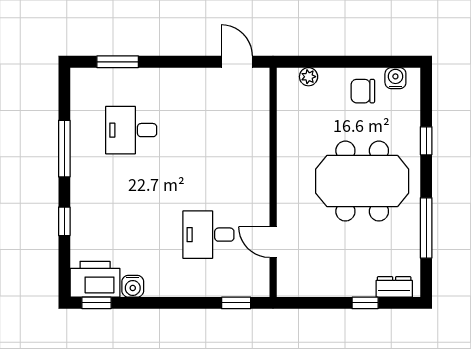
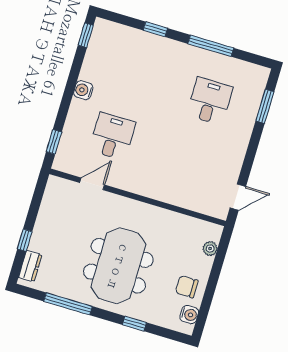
chair: (363, 91) -> (187, 287), turned -90
printer: (95, 279) -> (104, 40), removed
water cooler: (133, 286) -> (83, 90), moved

